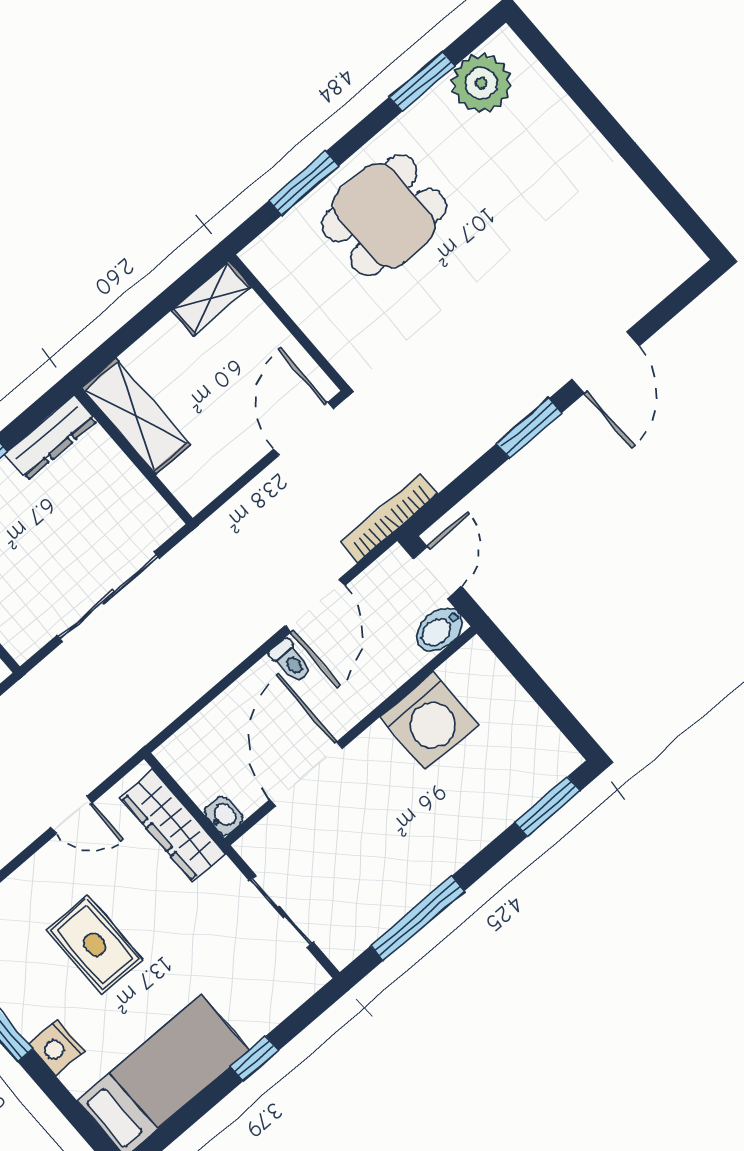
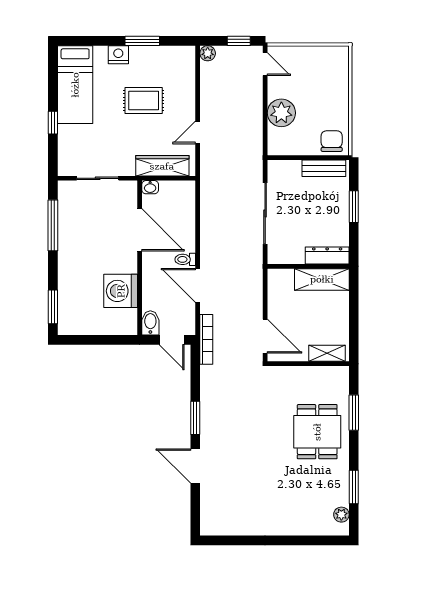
plant: (481, 83) -> (341, 515), width x0.53, depth x0.53
shelving: (211, 299) -> (327, 353), moved, turned 90
dresser: (51, 437) -> (327, 256), moved, turned 90

